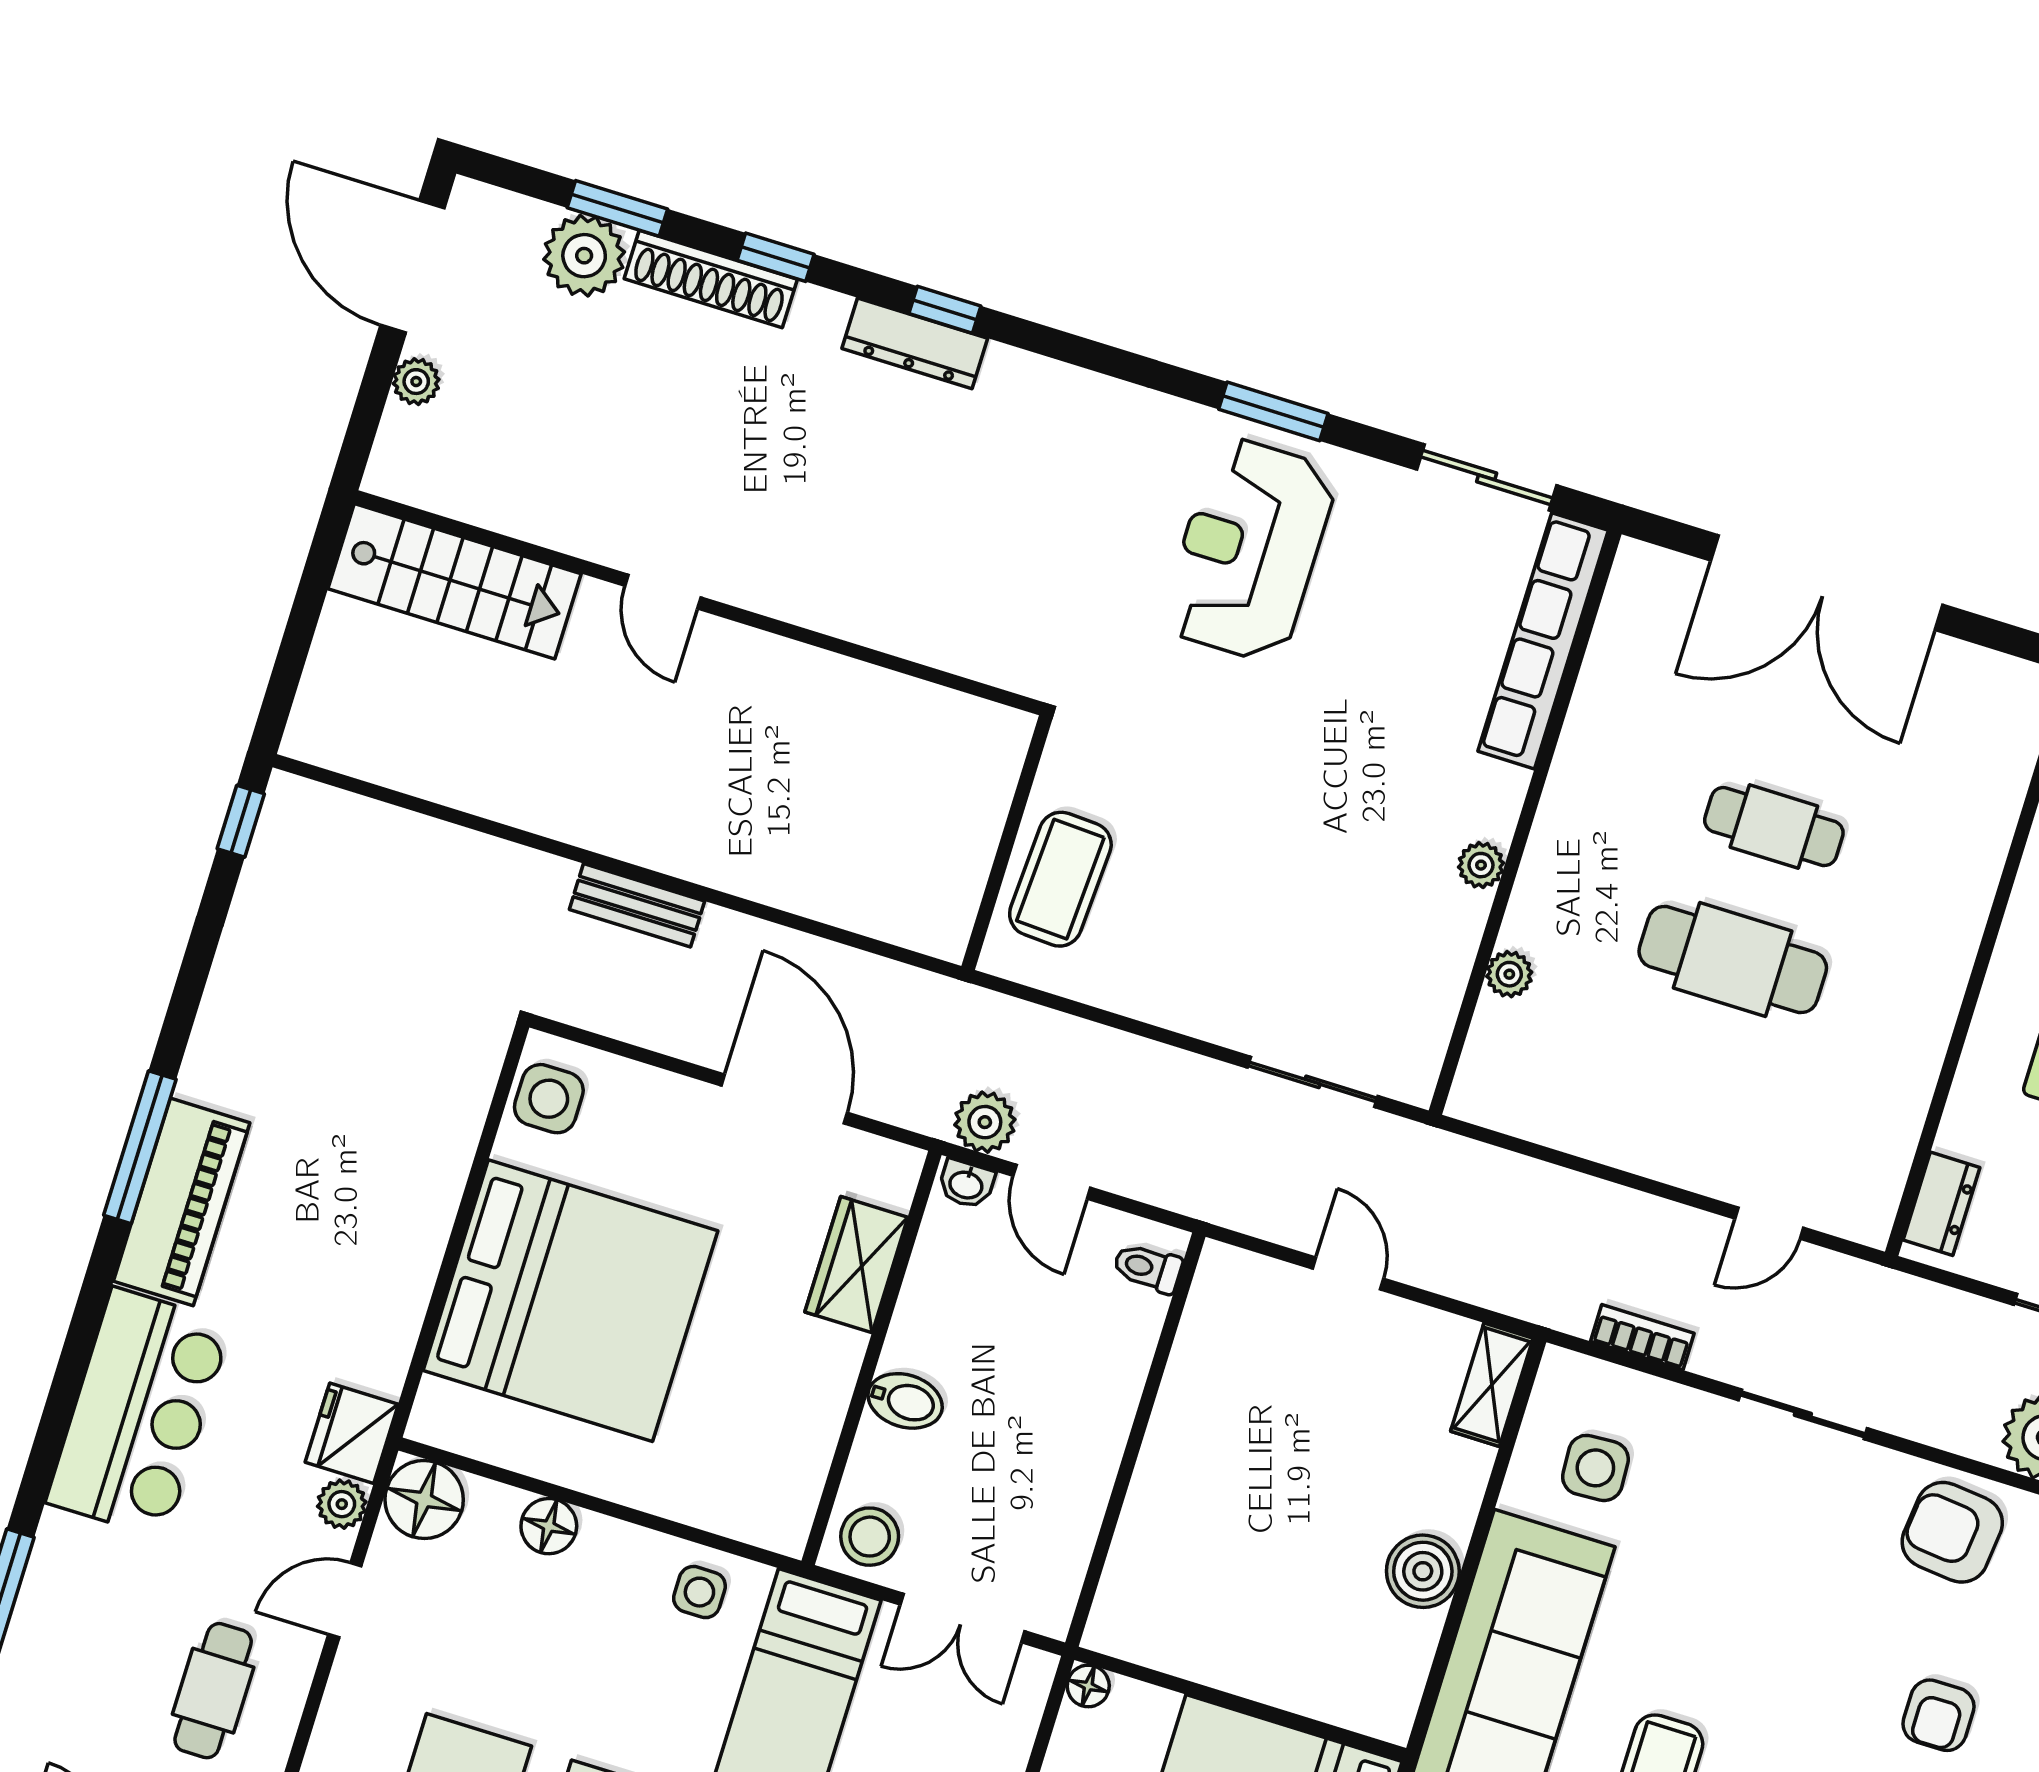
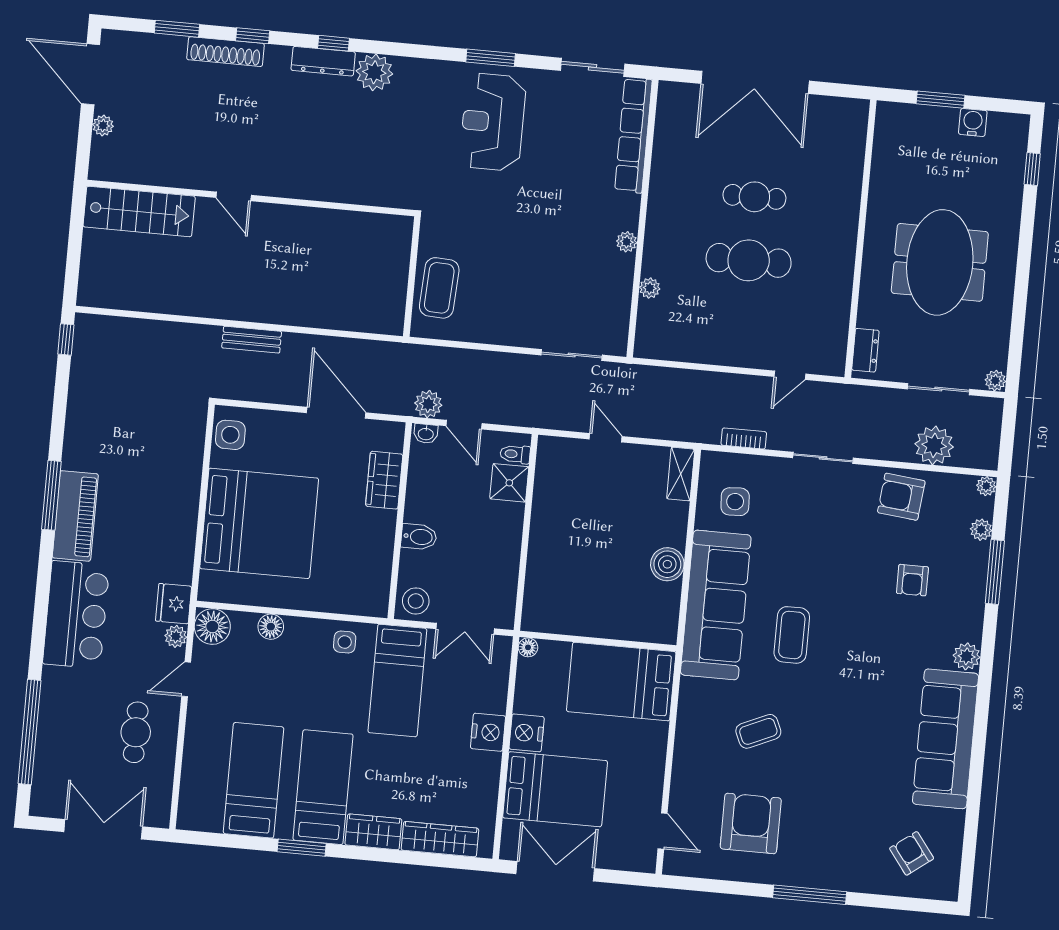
plant: (584, 256) -> (374, 72), moved
shower: (1122, 1326) -> (509, 483), added

